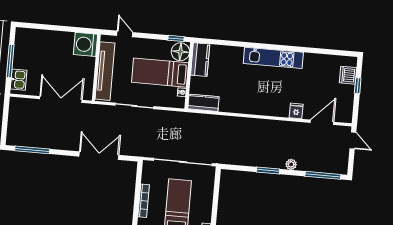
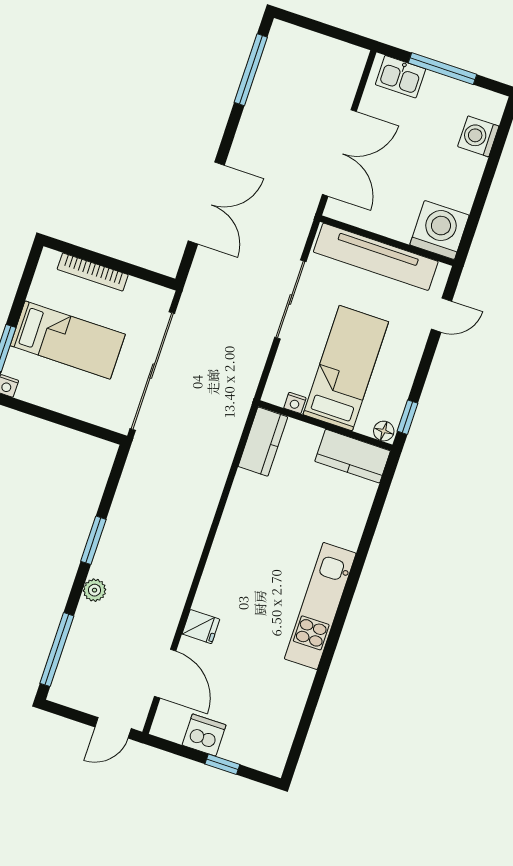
washing machine: (38, 37) -> (478, 136), added
floor lamp: (180, 52) -> (384, 431), width x0.53, depth x0.53
dishwasher: (348, 75) -> (204, 735), moved

